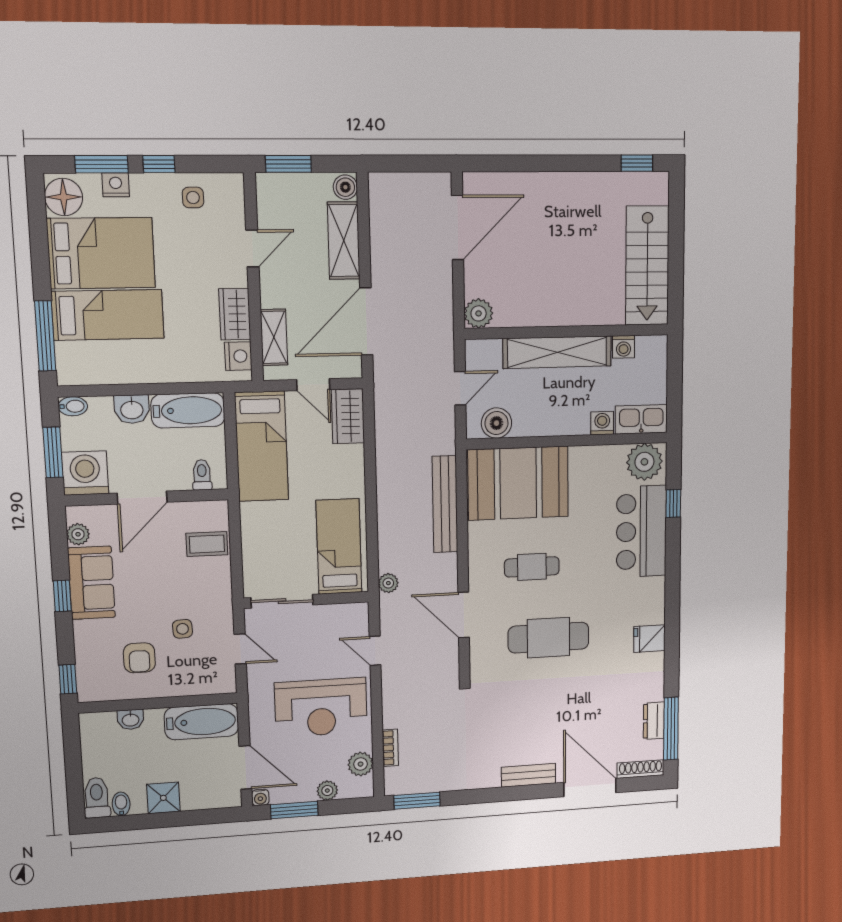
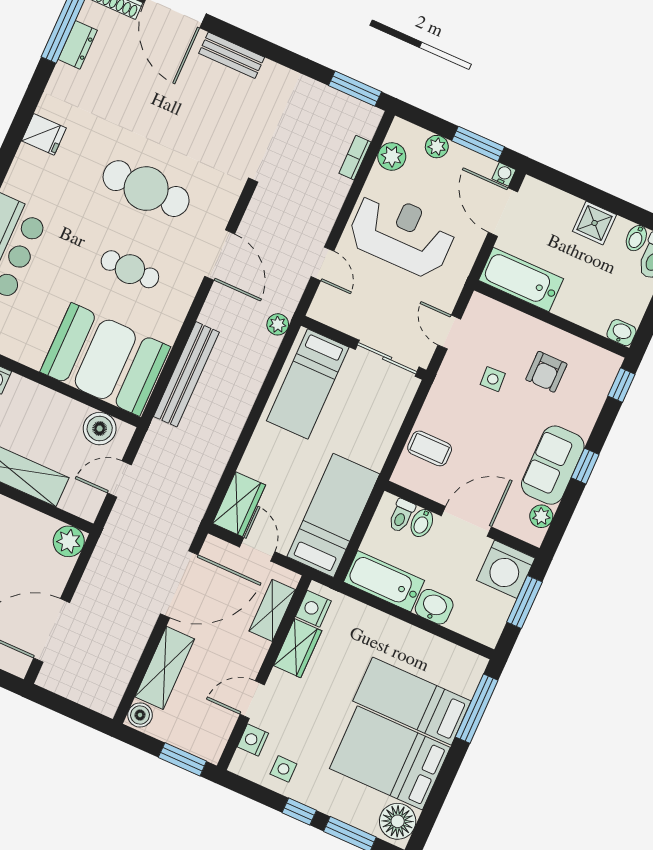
nightstand: (116, 185) -> (253, 740), moved, turned 90
bidet: (73, 406) -> (422, 523), moved, turned -90
armchair: (139, 658) -> (546, 372), turned 180
washbasin: (131, 720) -> (621, 333), moved

